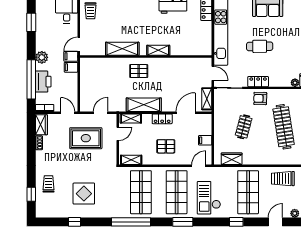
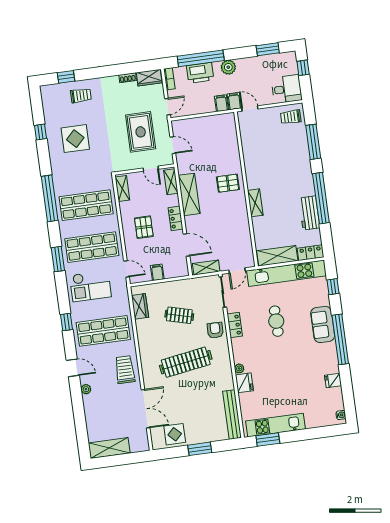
shelving: (122, 49) -> (277, 256), moved, turned 90
pallet: (139, 71) -> (228, 183), turned 90
checkout: (209, 198) -> (90, 286), turned 180

